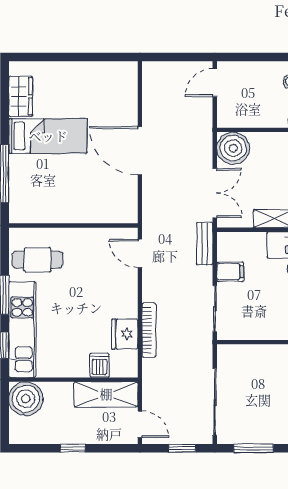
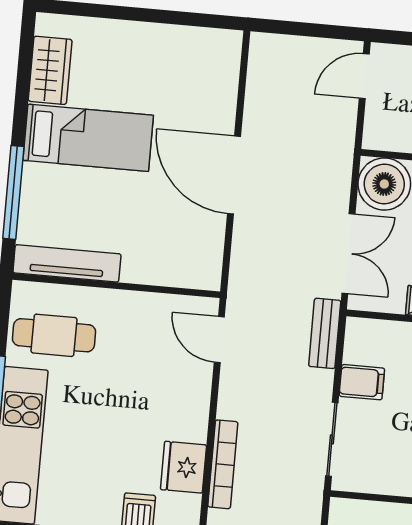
tv unit: (42, 215) -> (67, 263), added

